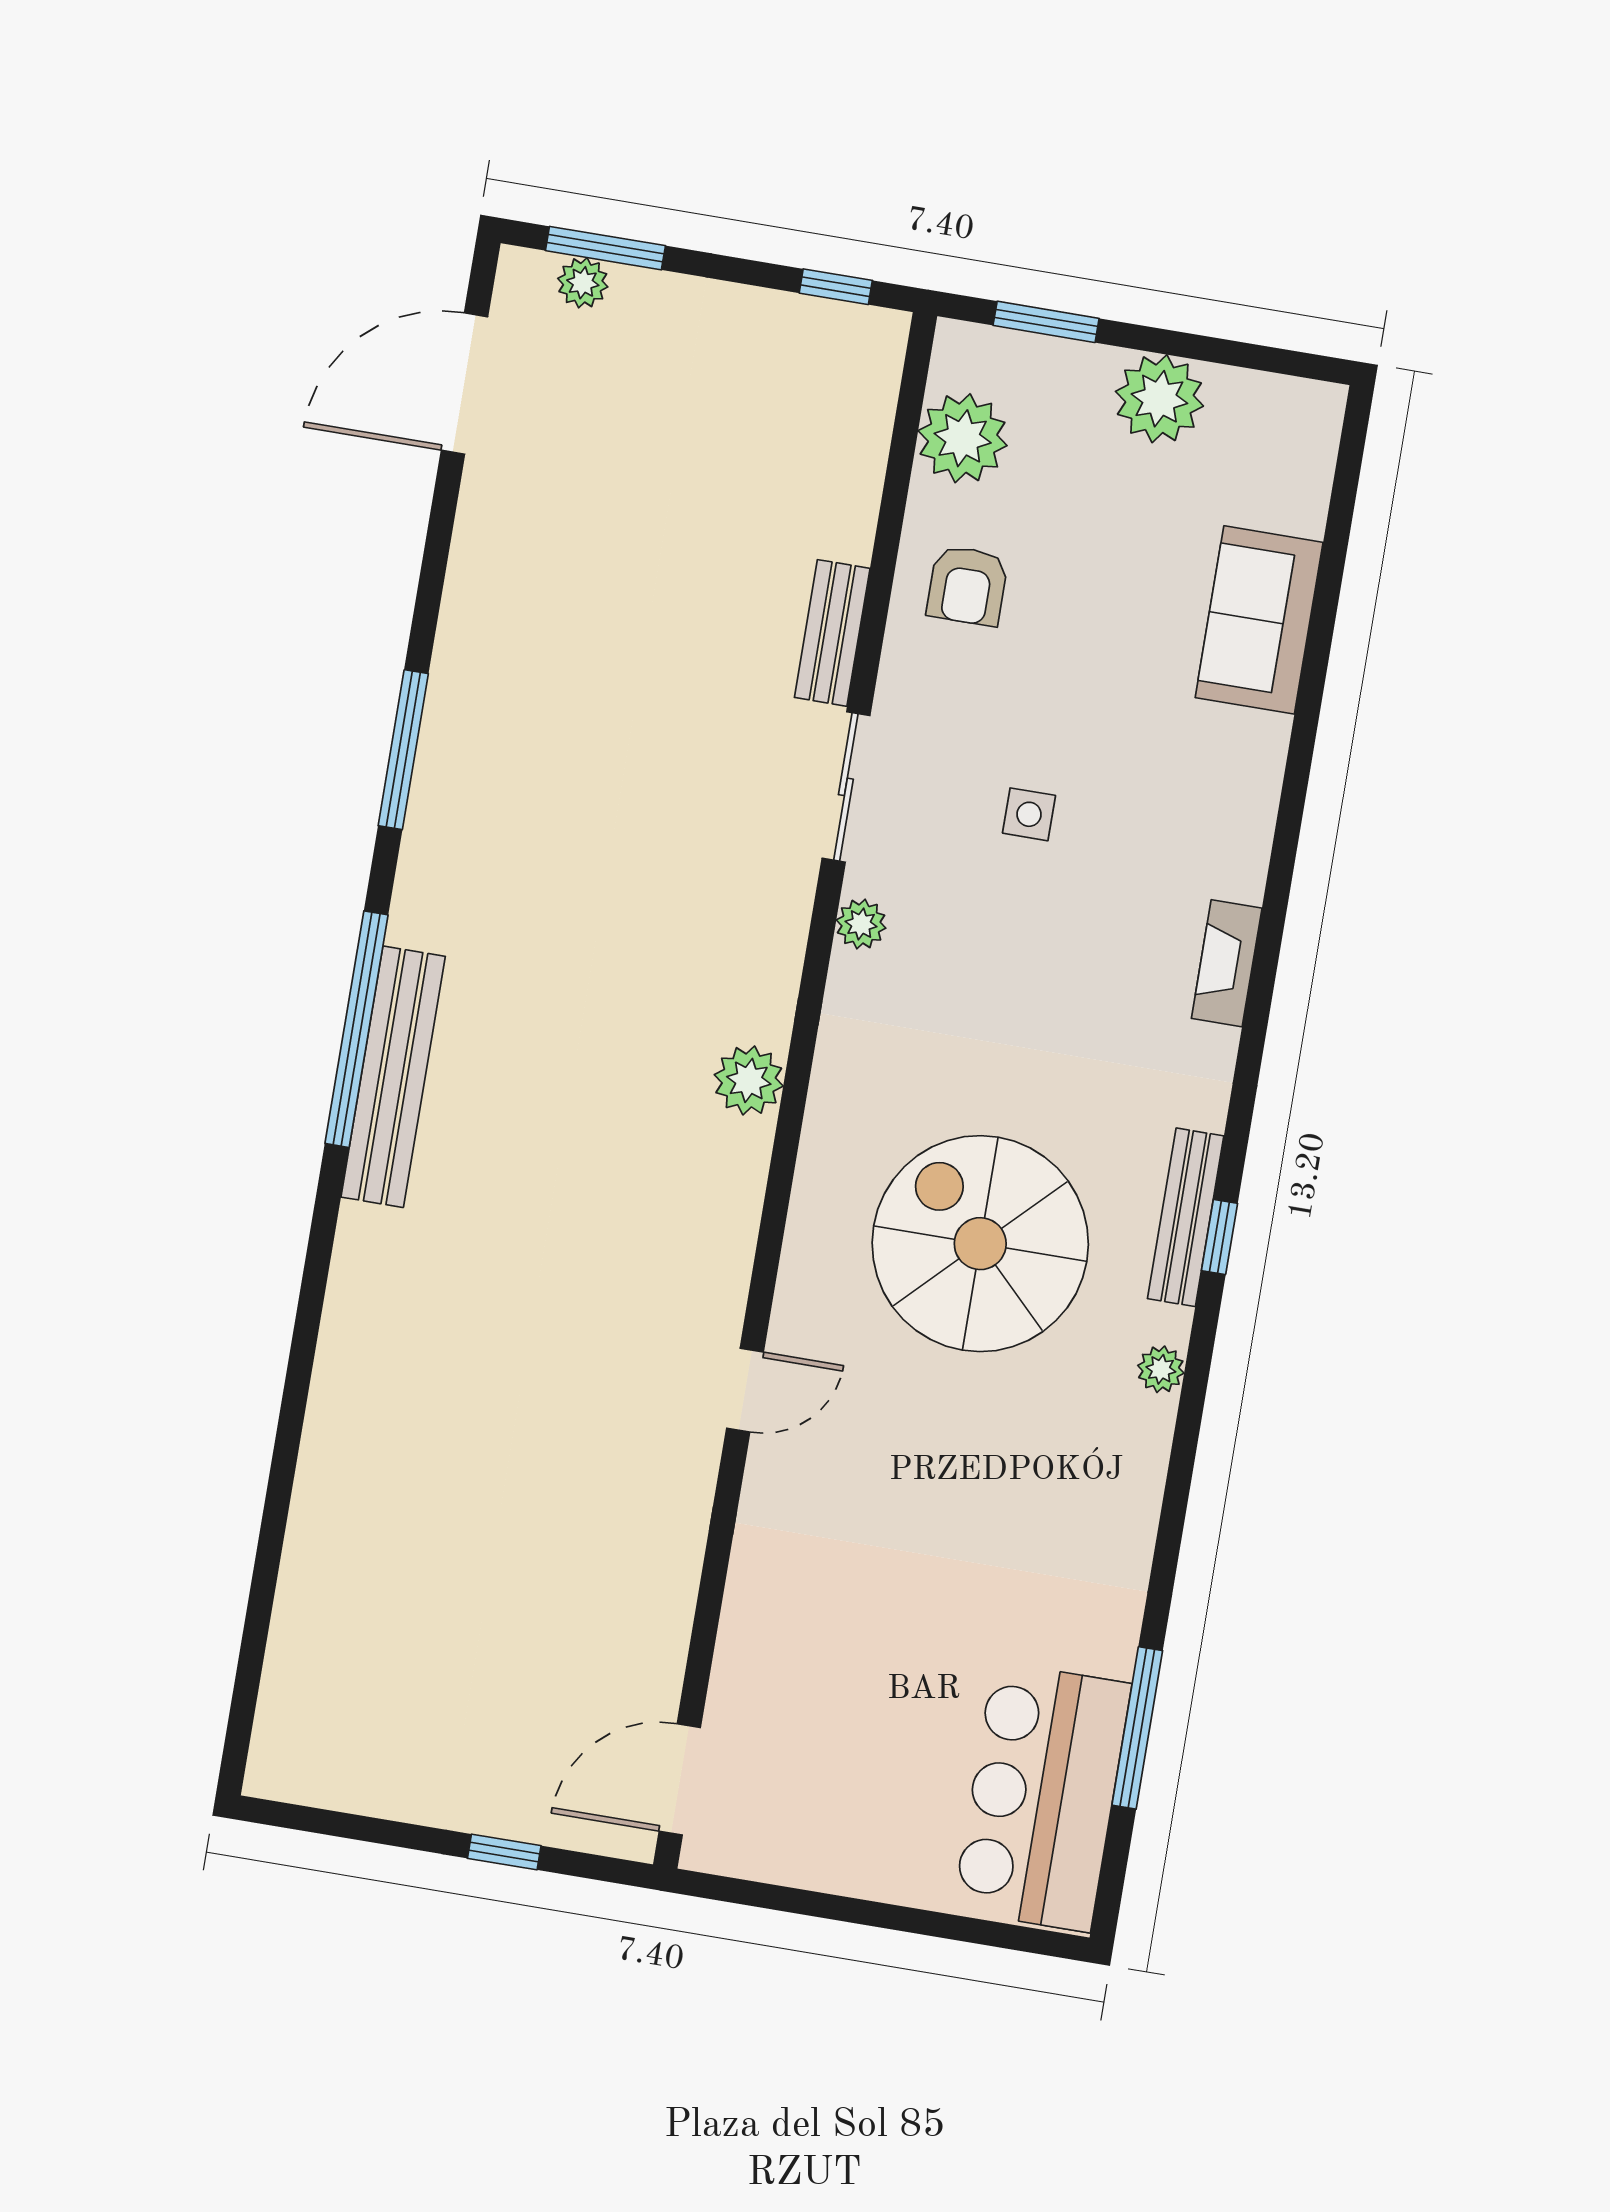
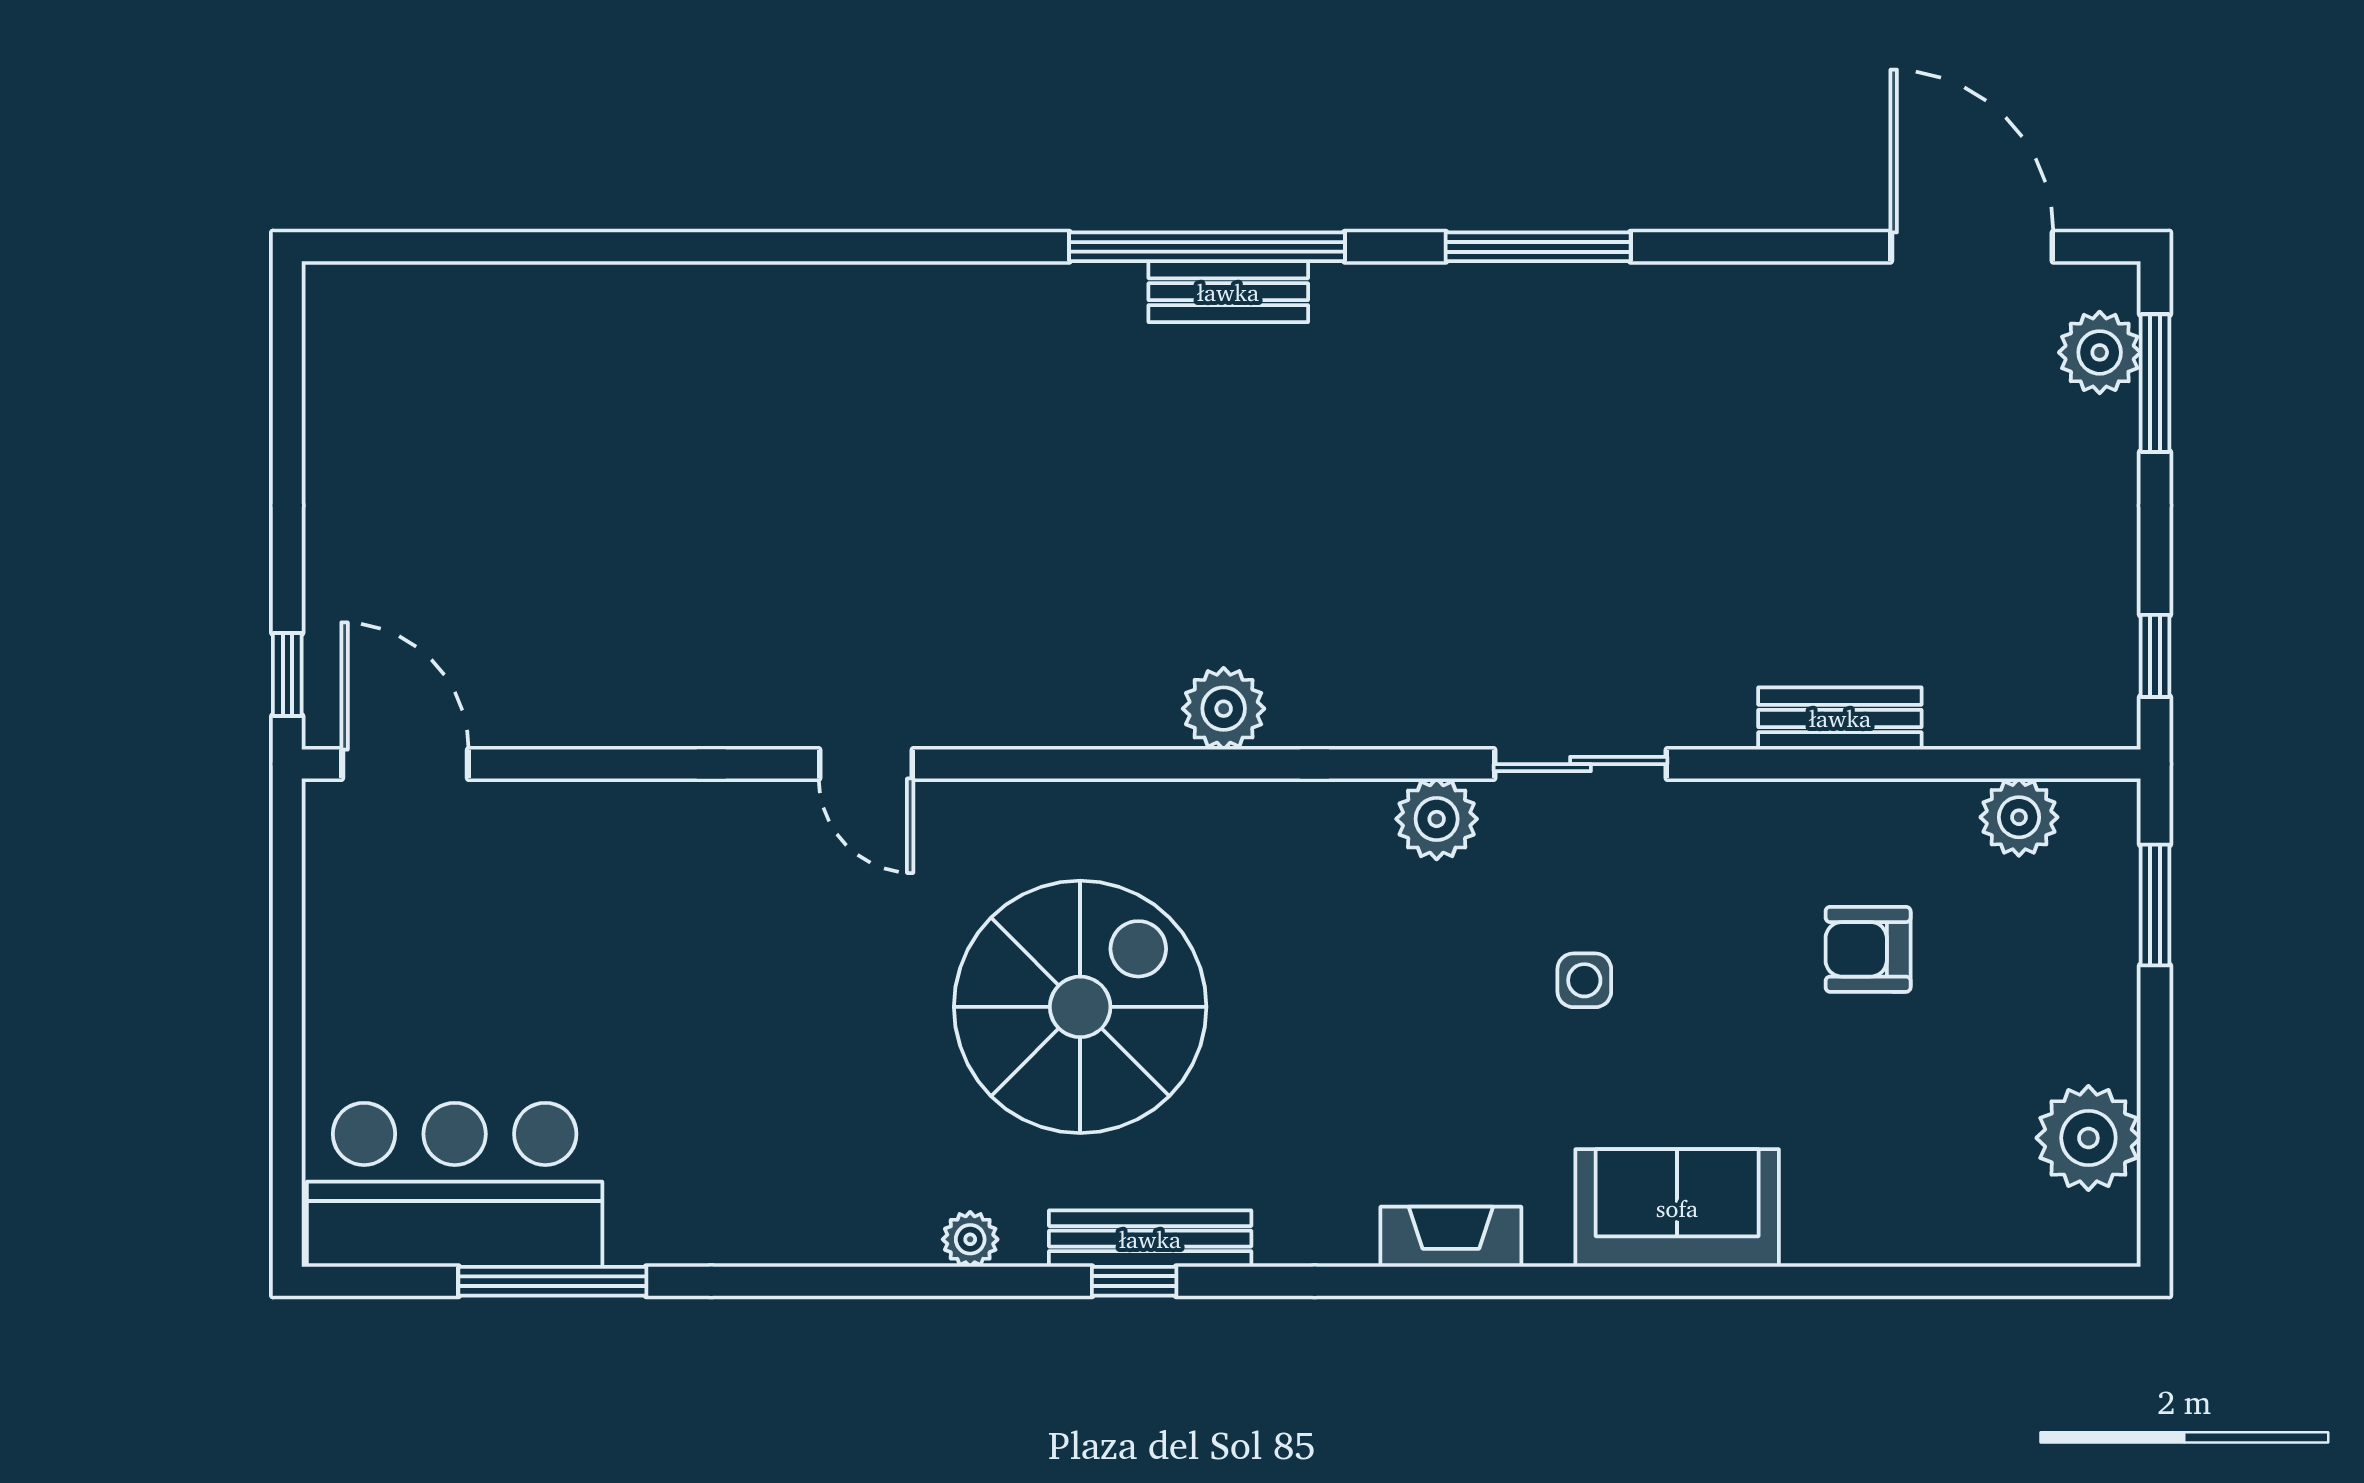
plant: (583, 283) -> (2100, 352), width x1.38, depth x1.38
plant: (1159, 399) -> (2088, 1138), moved
plant: (963, 438) -> (2019, 817), width x0.73, depth x0.73
armchair: (967, 586) -> (1868, 949), moved
sofa: (1259, 620) -> (1677, 1208), moved
bench: (832, 633) -> (1840, 718), moved
plant: (861, 924) -> (1437, 819), width x1.38, depth x1.38
bench: (393, 1077) -> (1228, 292), width x0.54, depth x0.82
window: (504, 1852) -> (287, 675), moved

